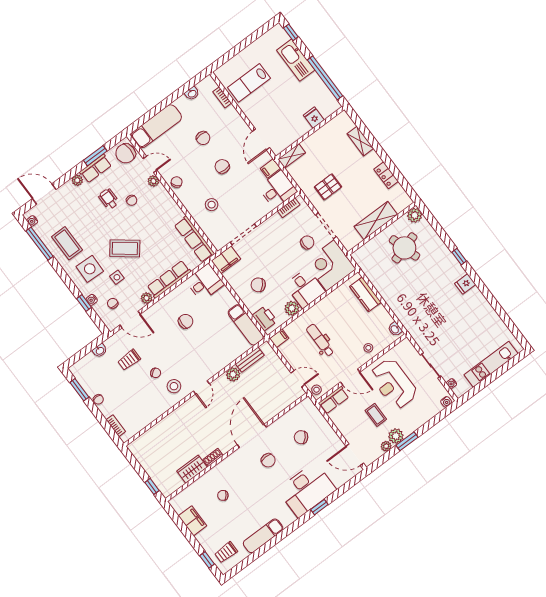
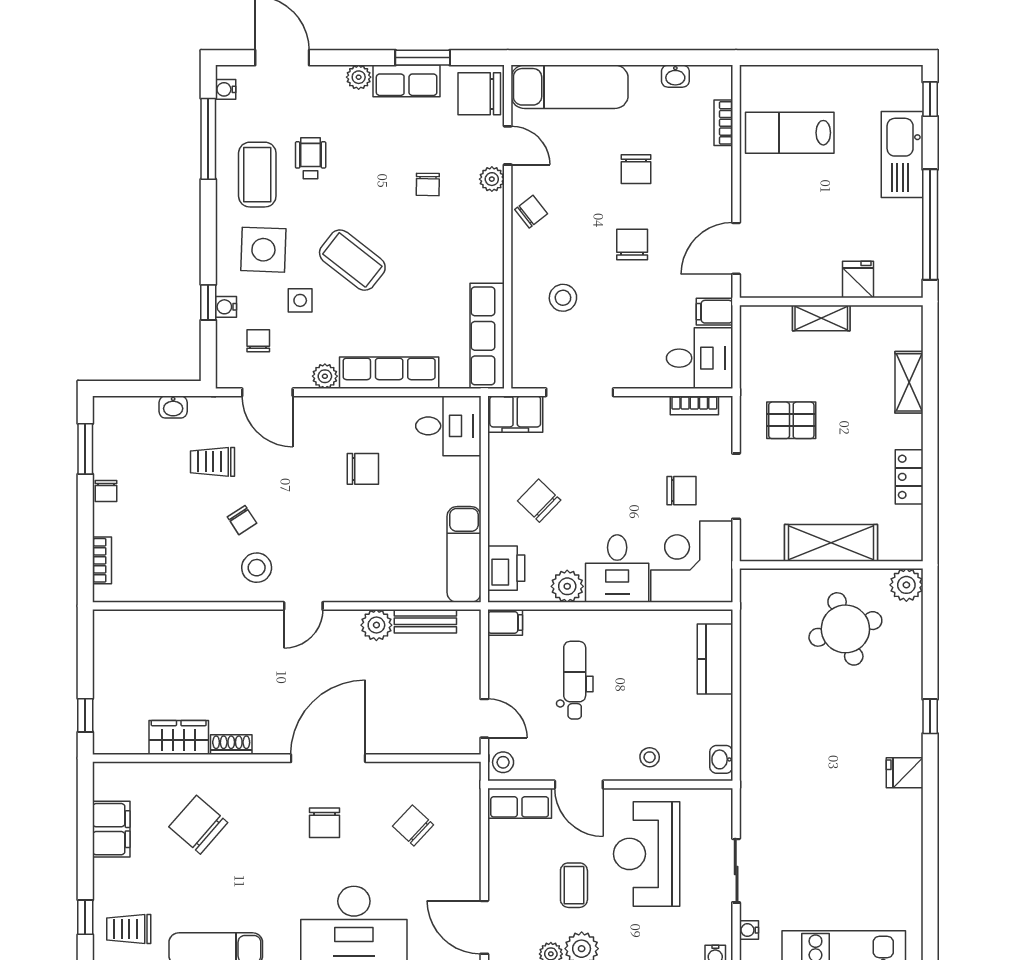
shelving: (292, 156) -> (821, 318), moved
wheelchair: (109, 199) -> (311, 158), moved
chair: (223, 495) -> (198, 825), width x1.87, depth x1.87

